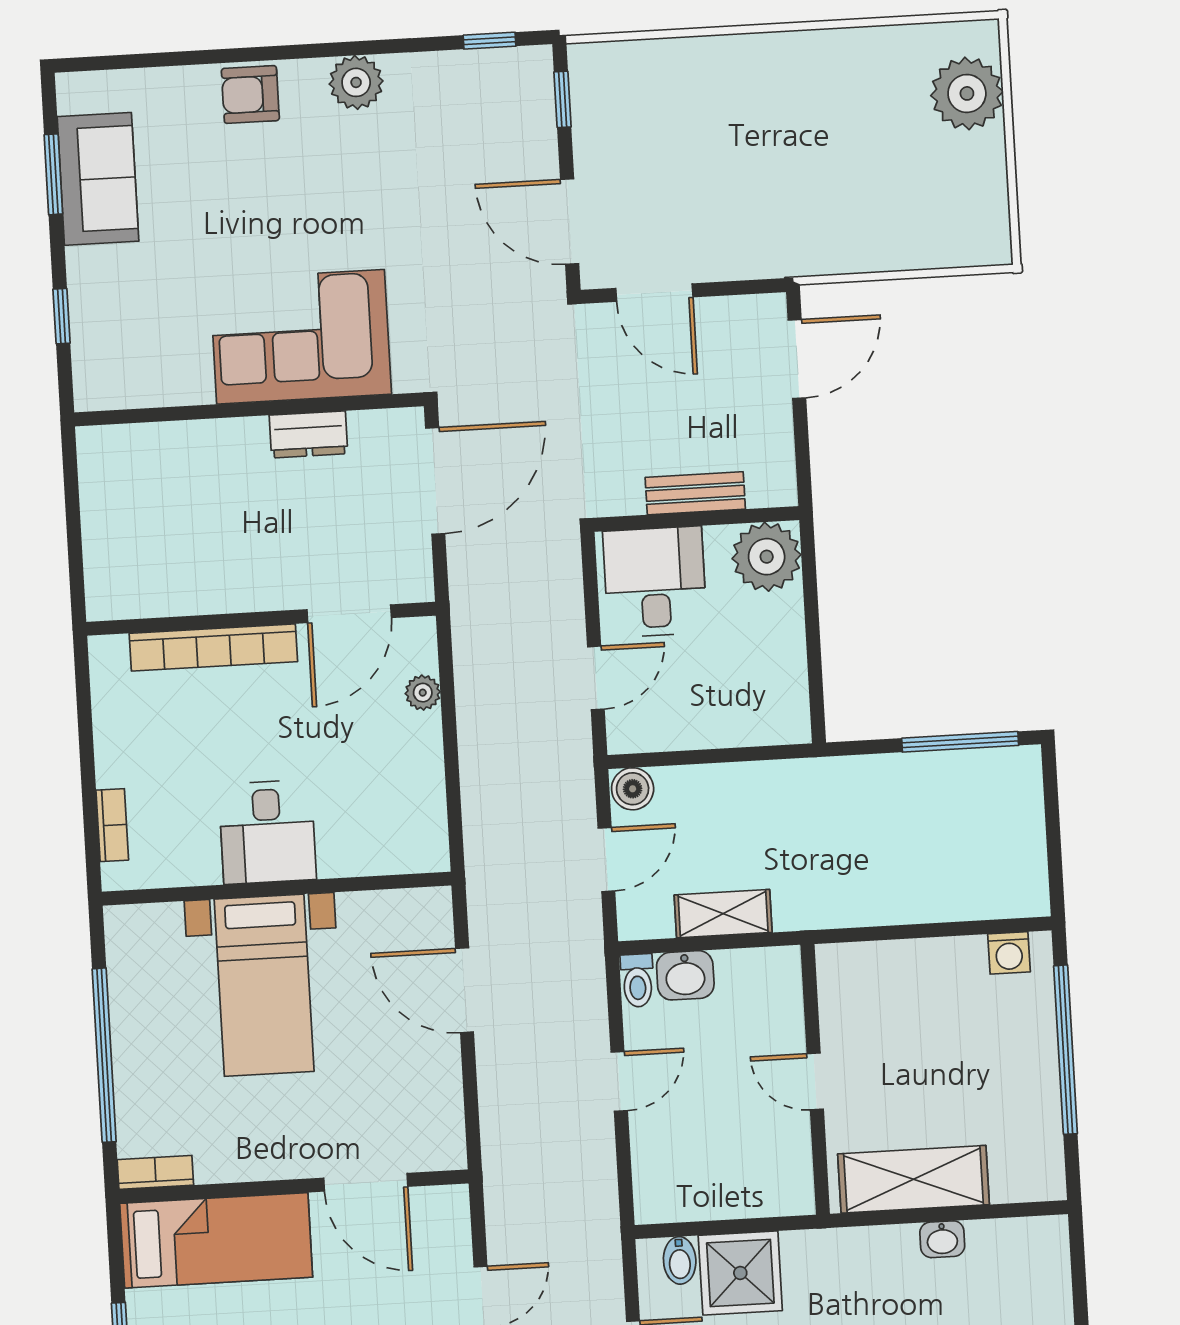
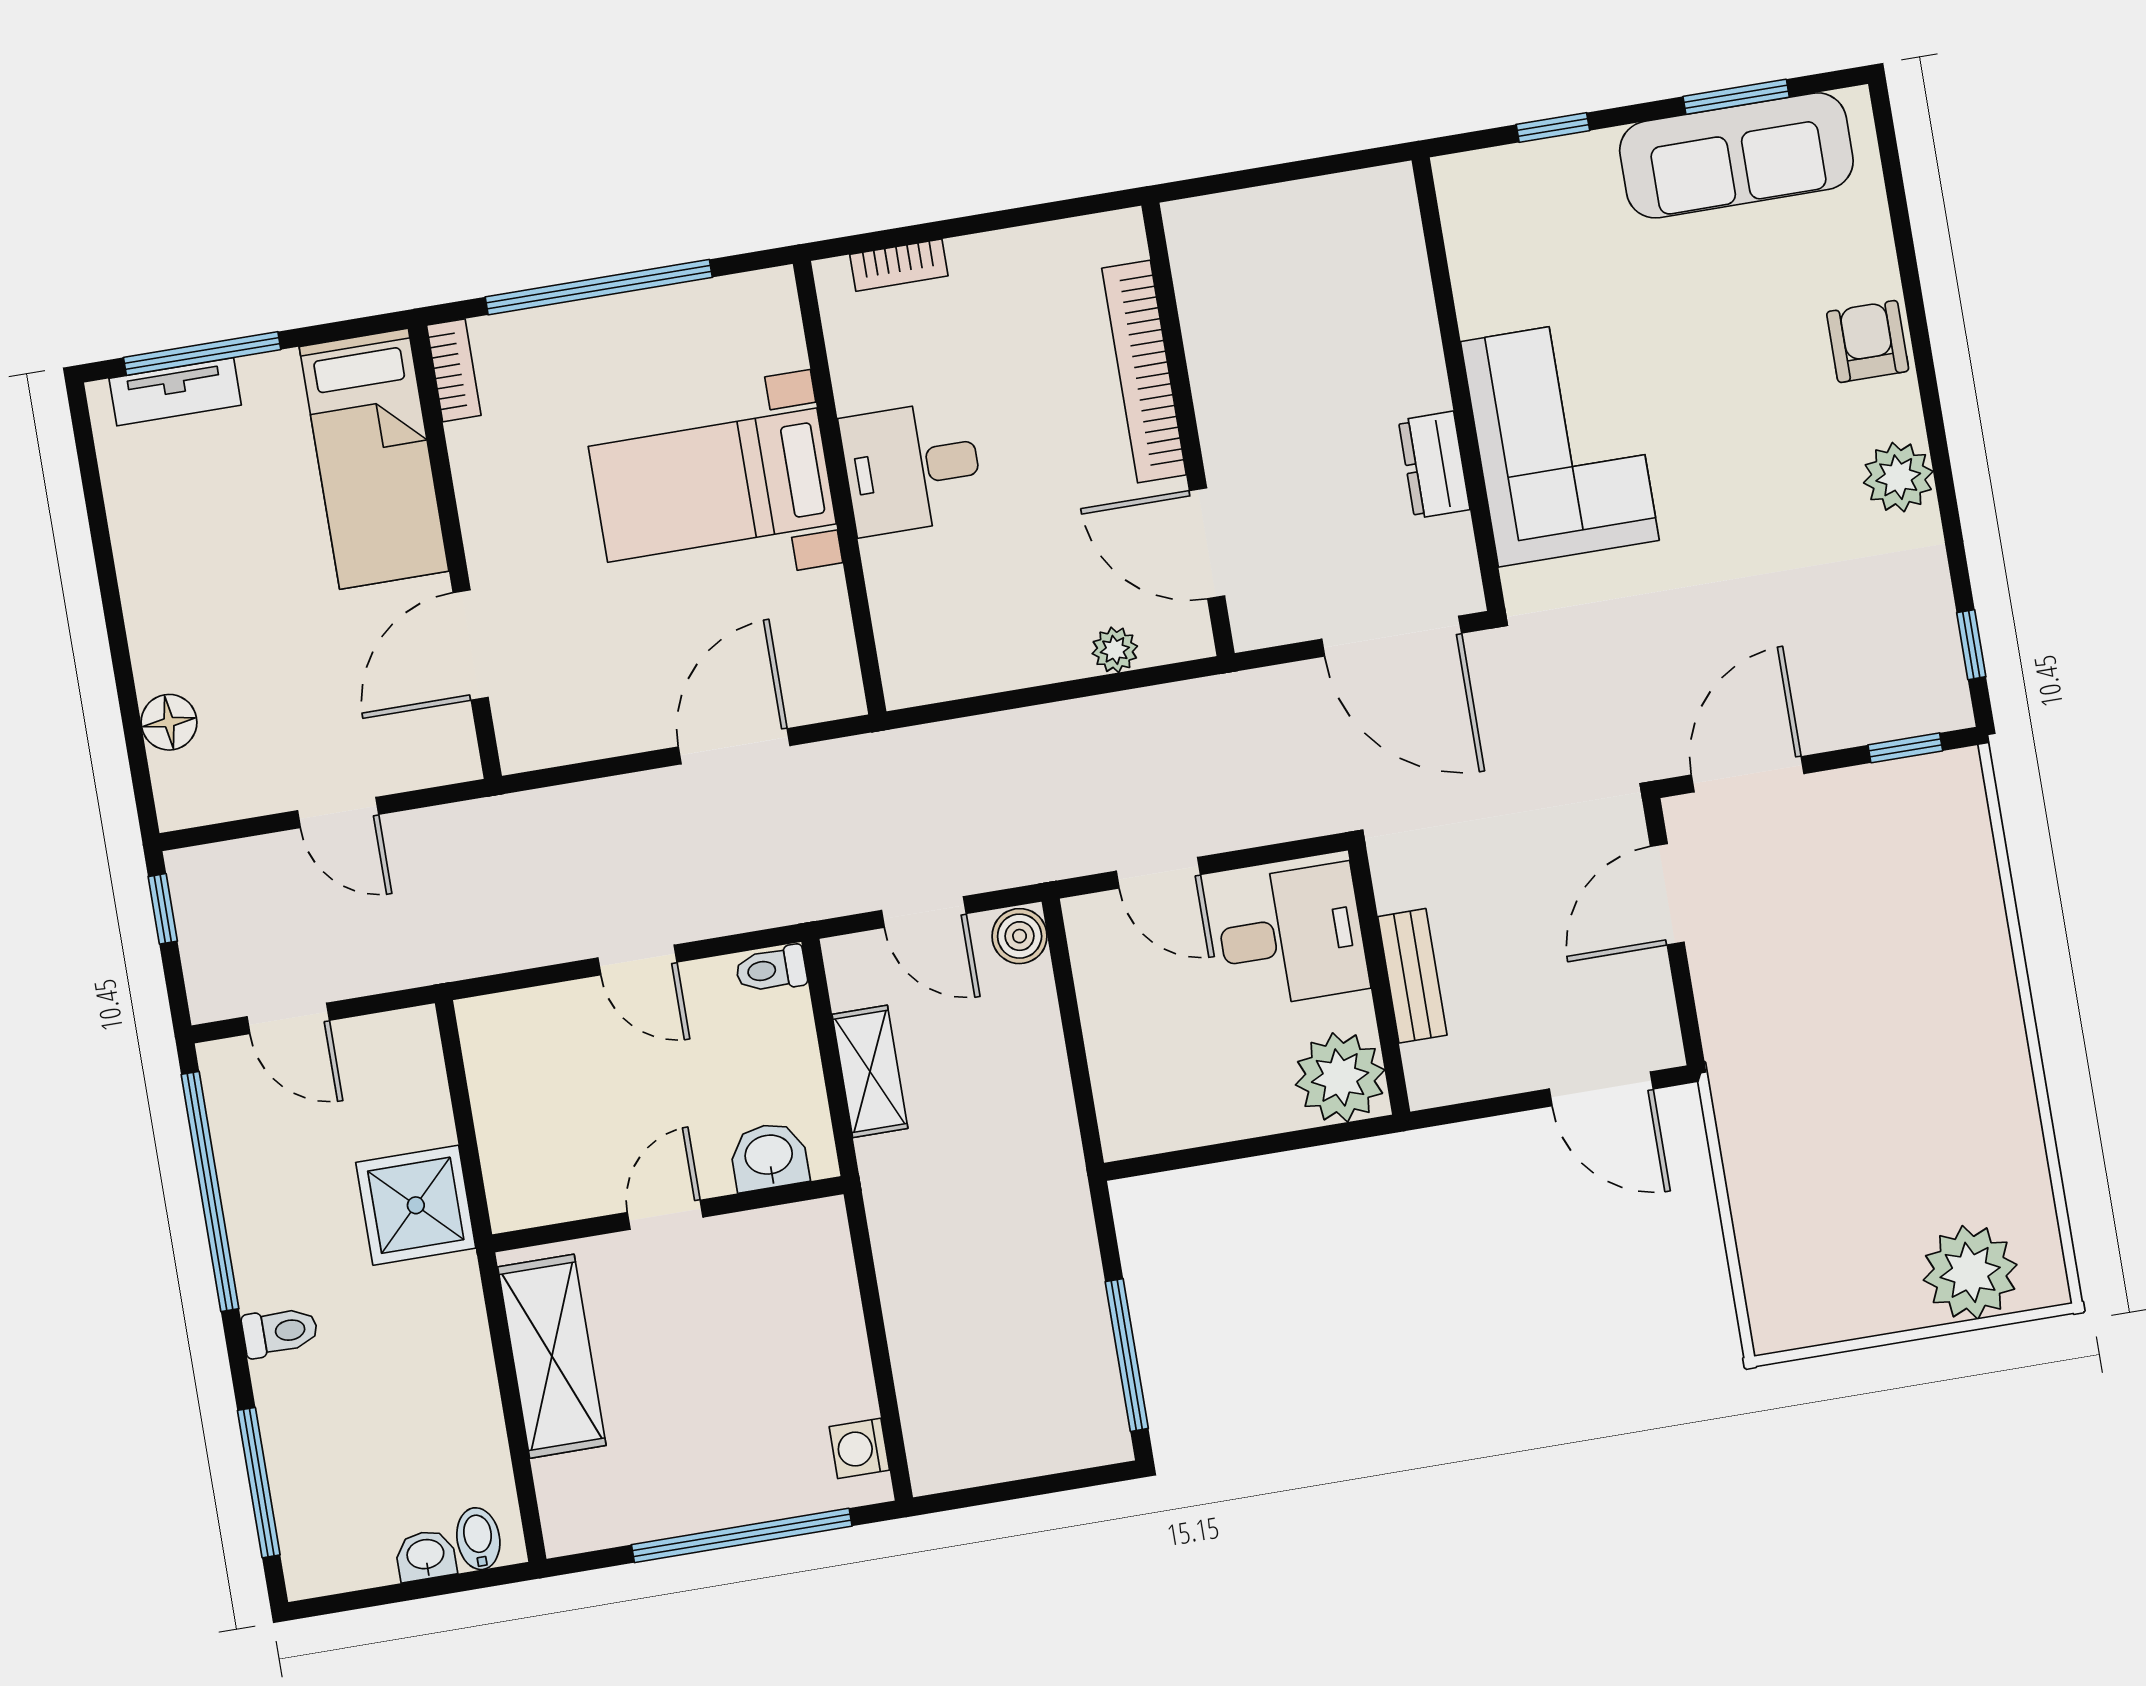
sofa: (98, 179) -> (1736, 155), width x1.36
washbasin: (685, 975) -> (769, 1156), moved, turned 90
washbasin: (942, 1239) -> (426, 1556), moved, turned 90
bidet: (680, 1260) -> (478, 1539), moved, turned 90
shower: (740, 1273) -> (416, 1205), moved

